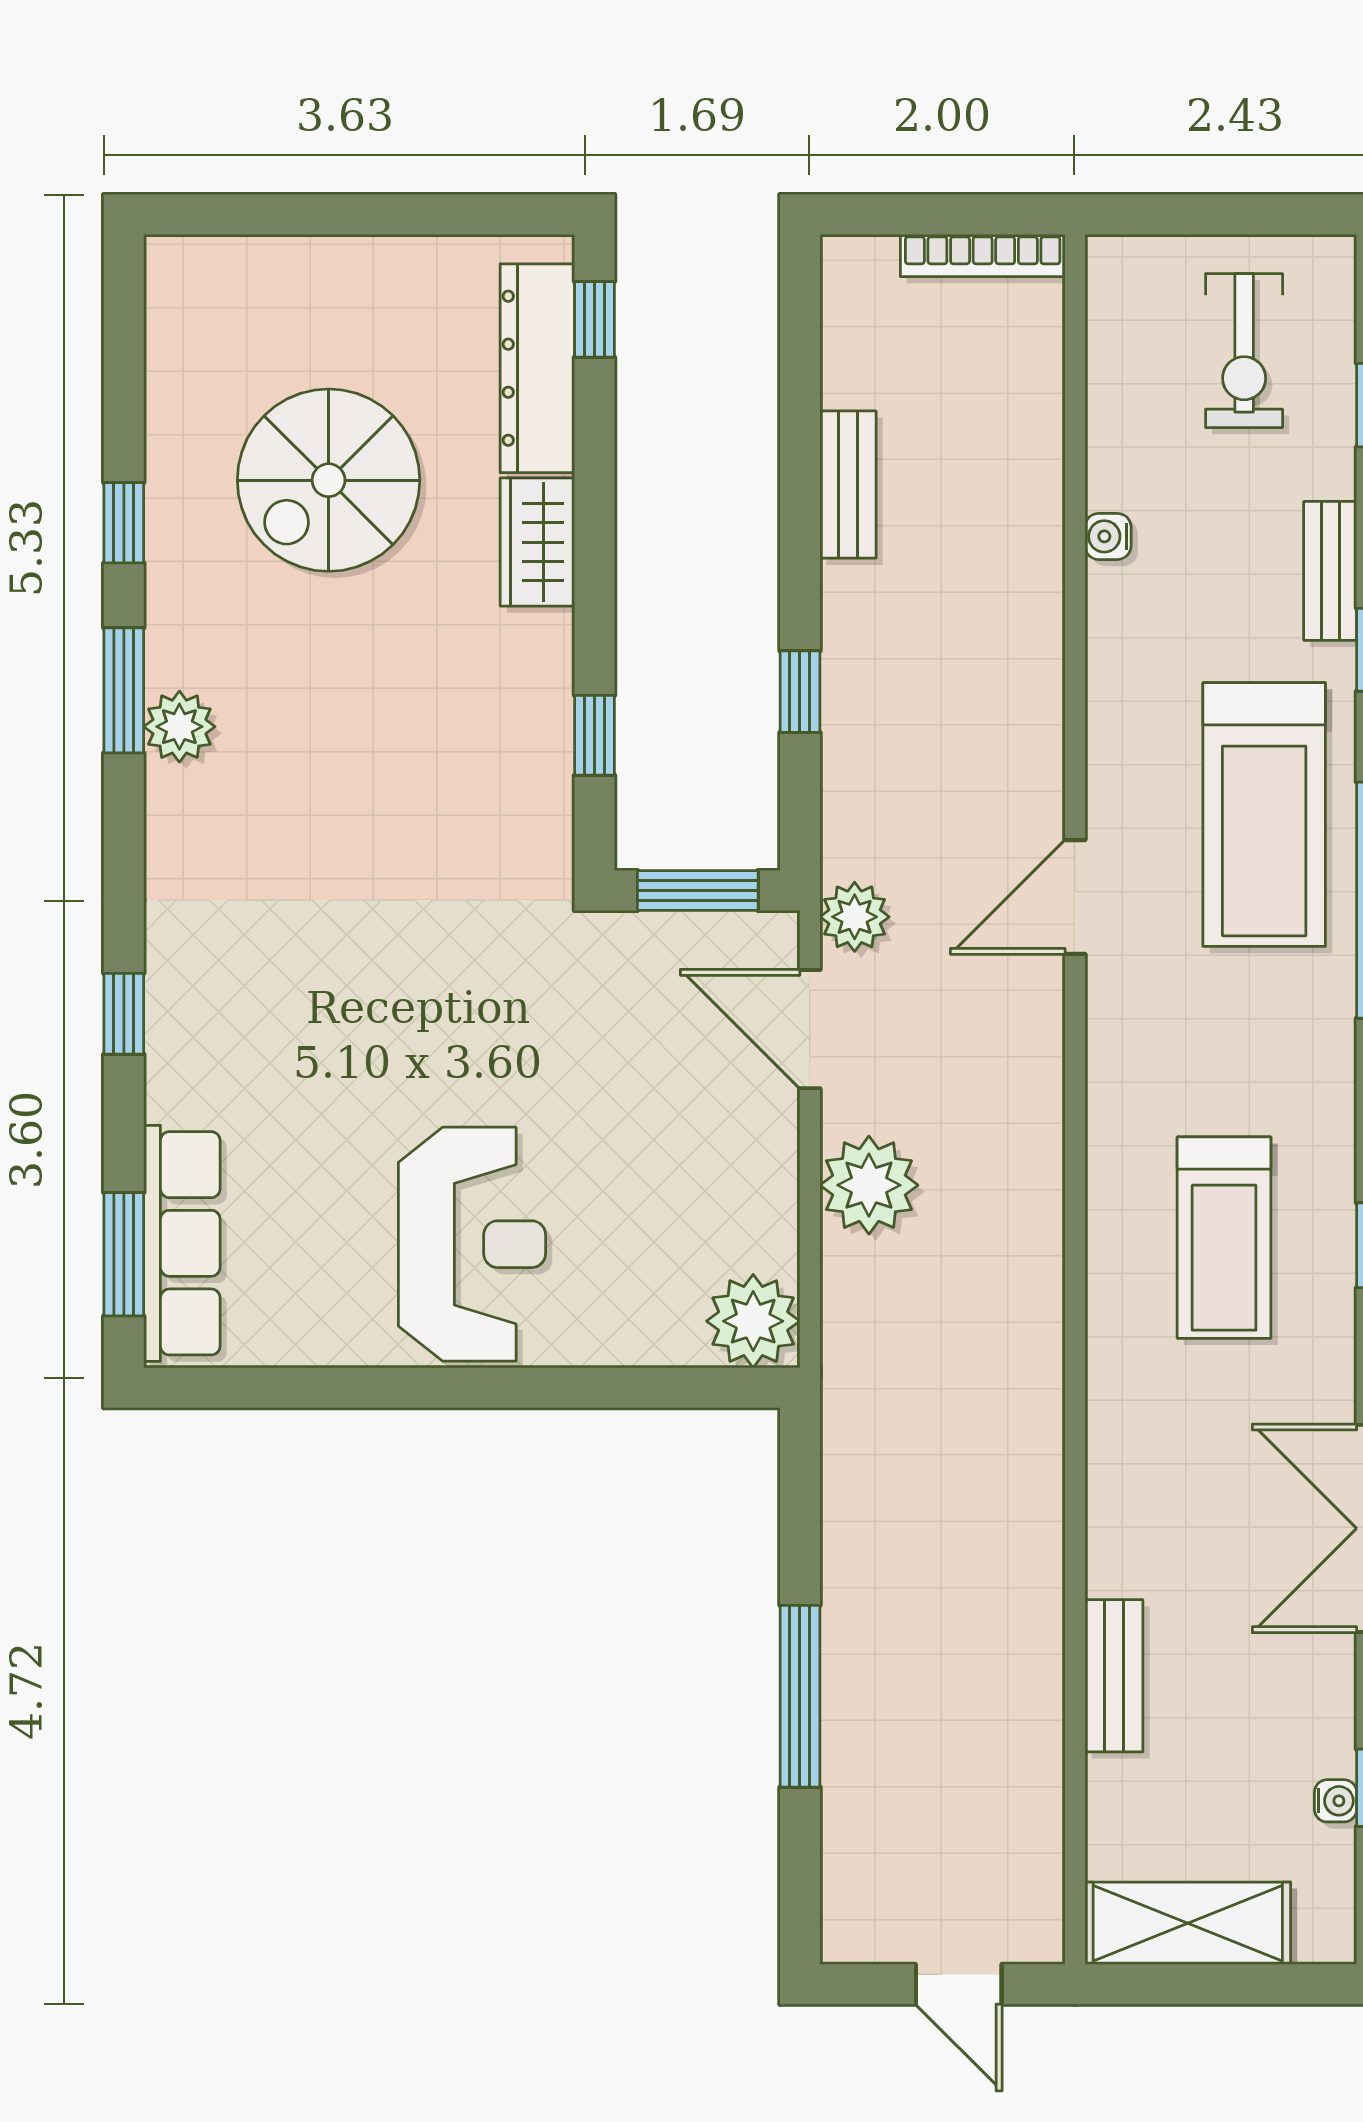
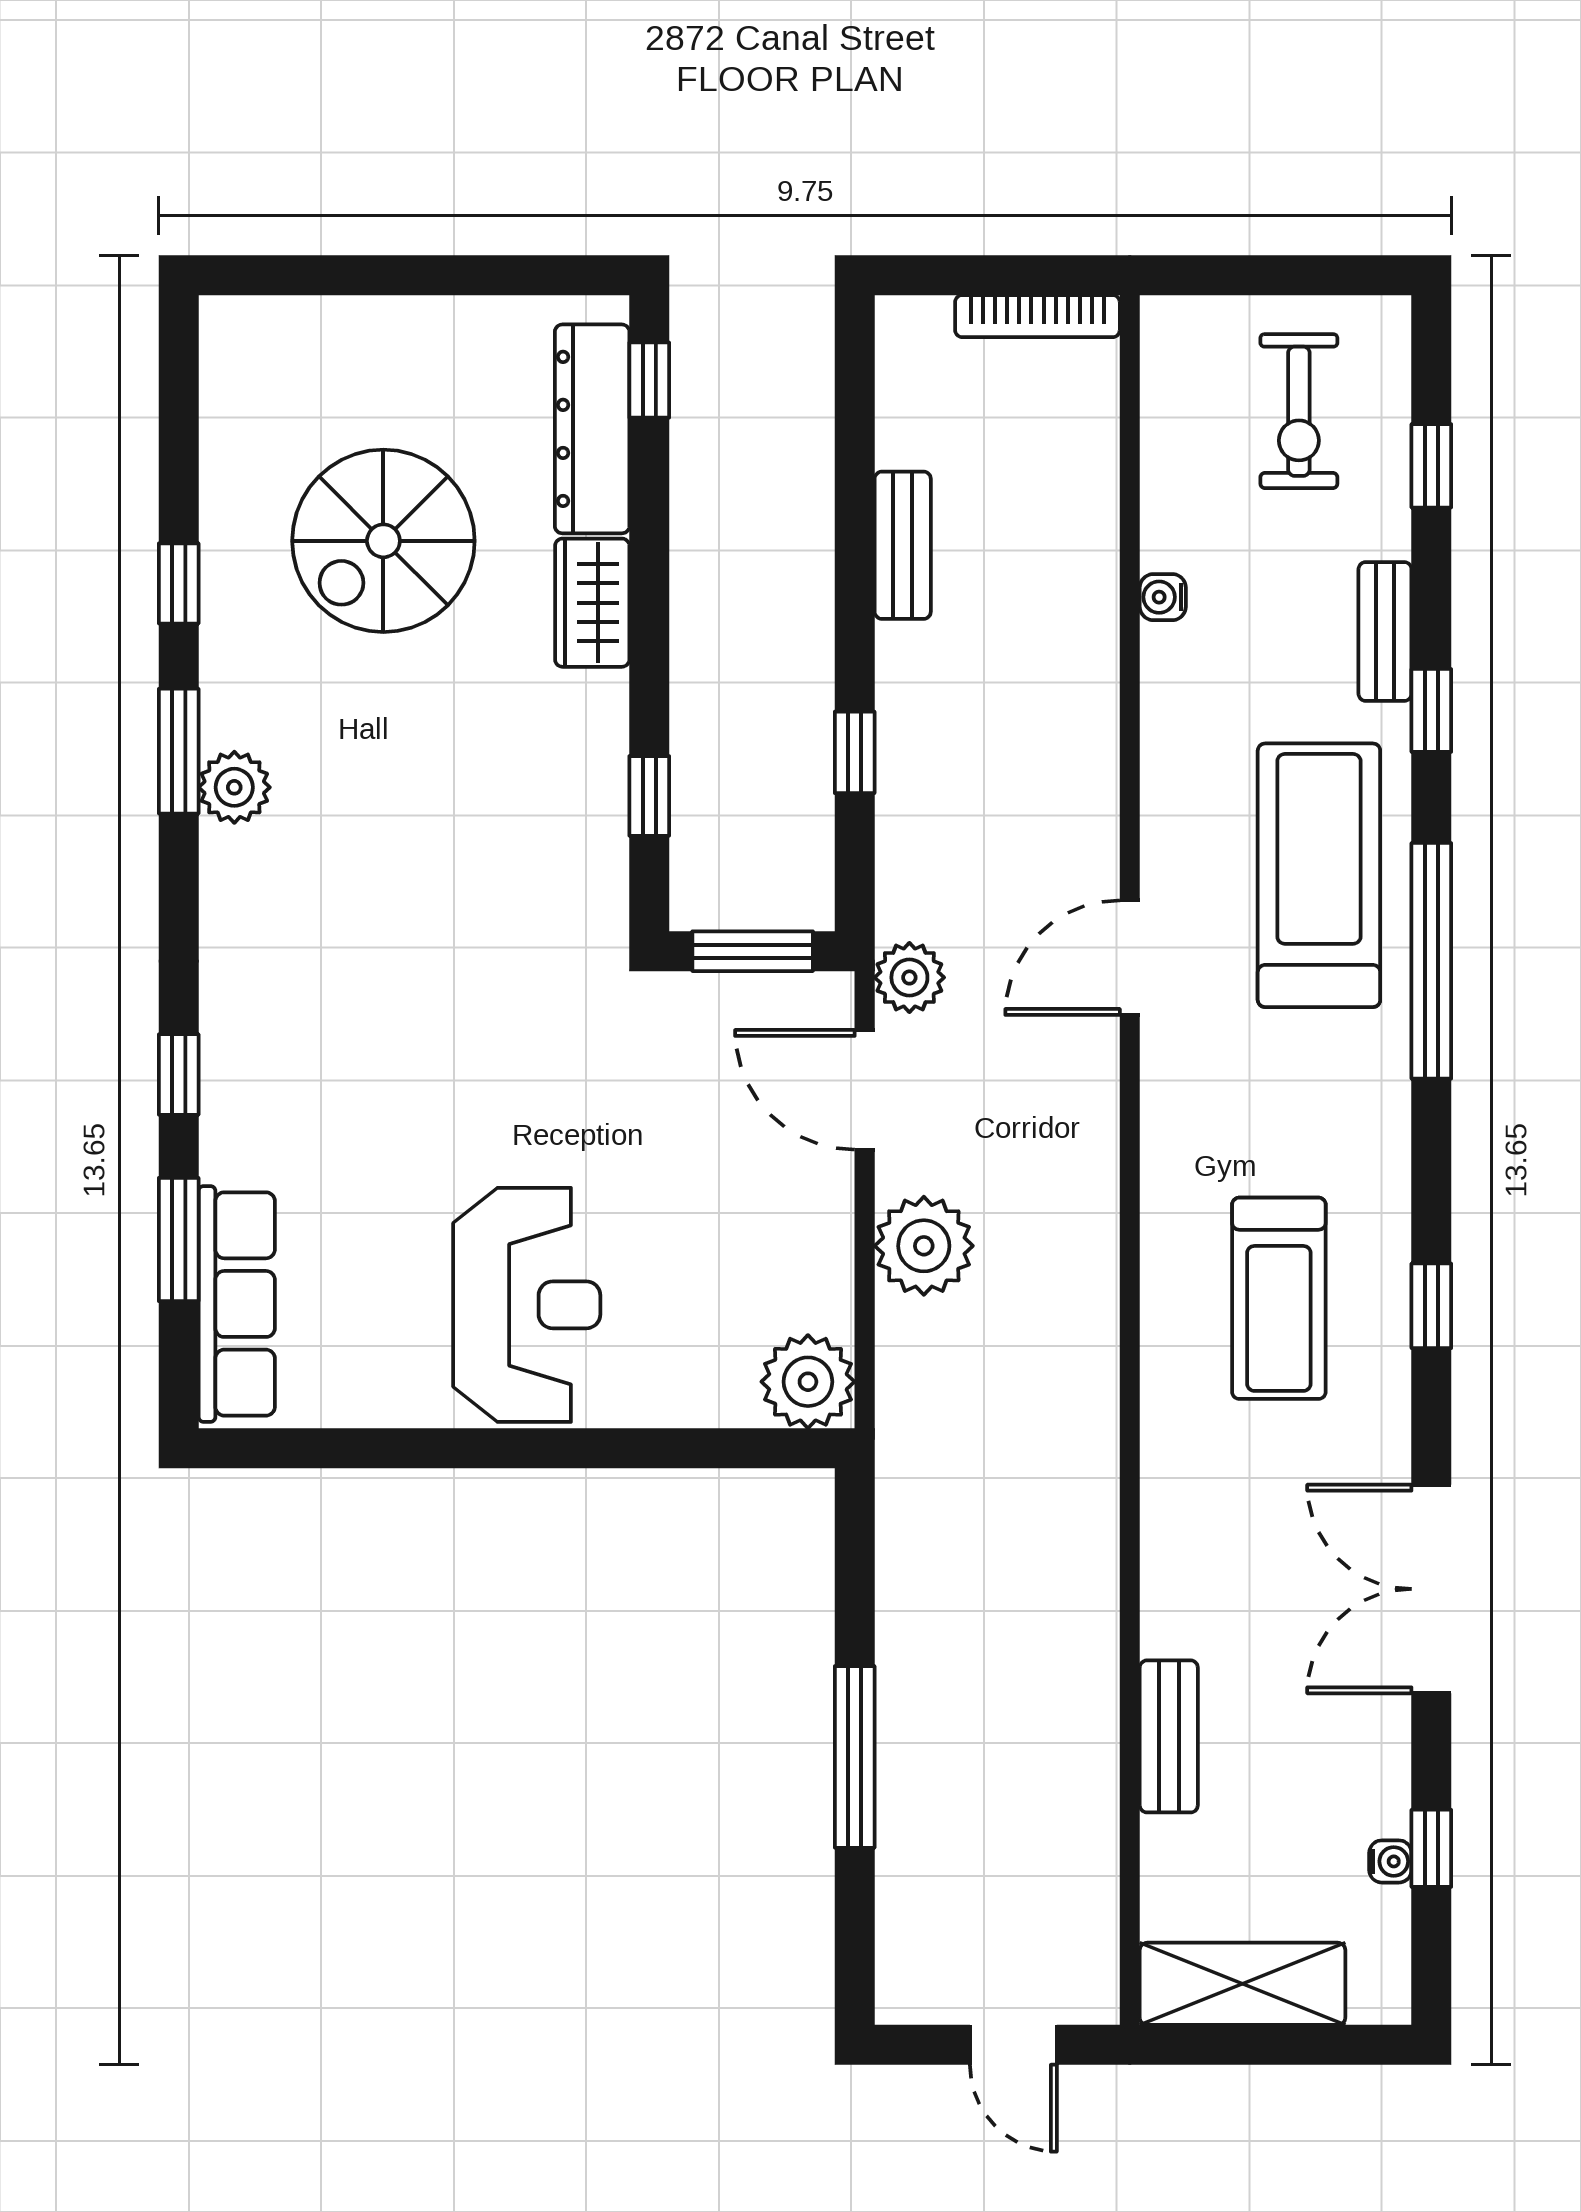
treadmill: (1264, 815) -> (1319, 875), turned 180
window: (124, 1254) -> (179, 1239), moved

